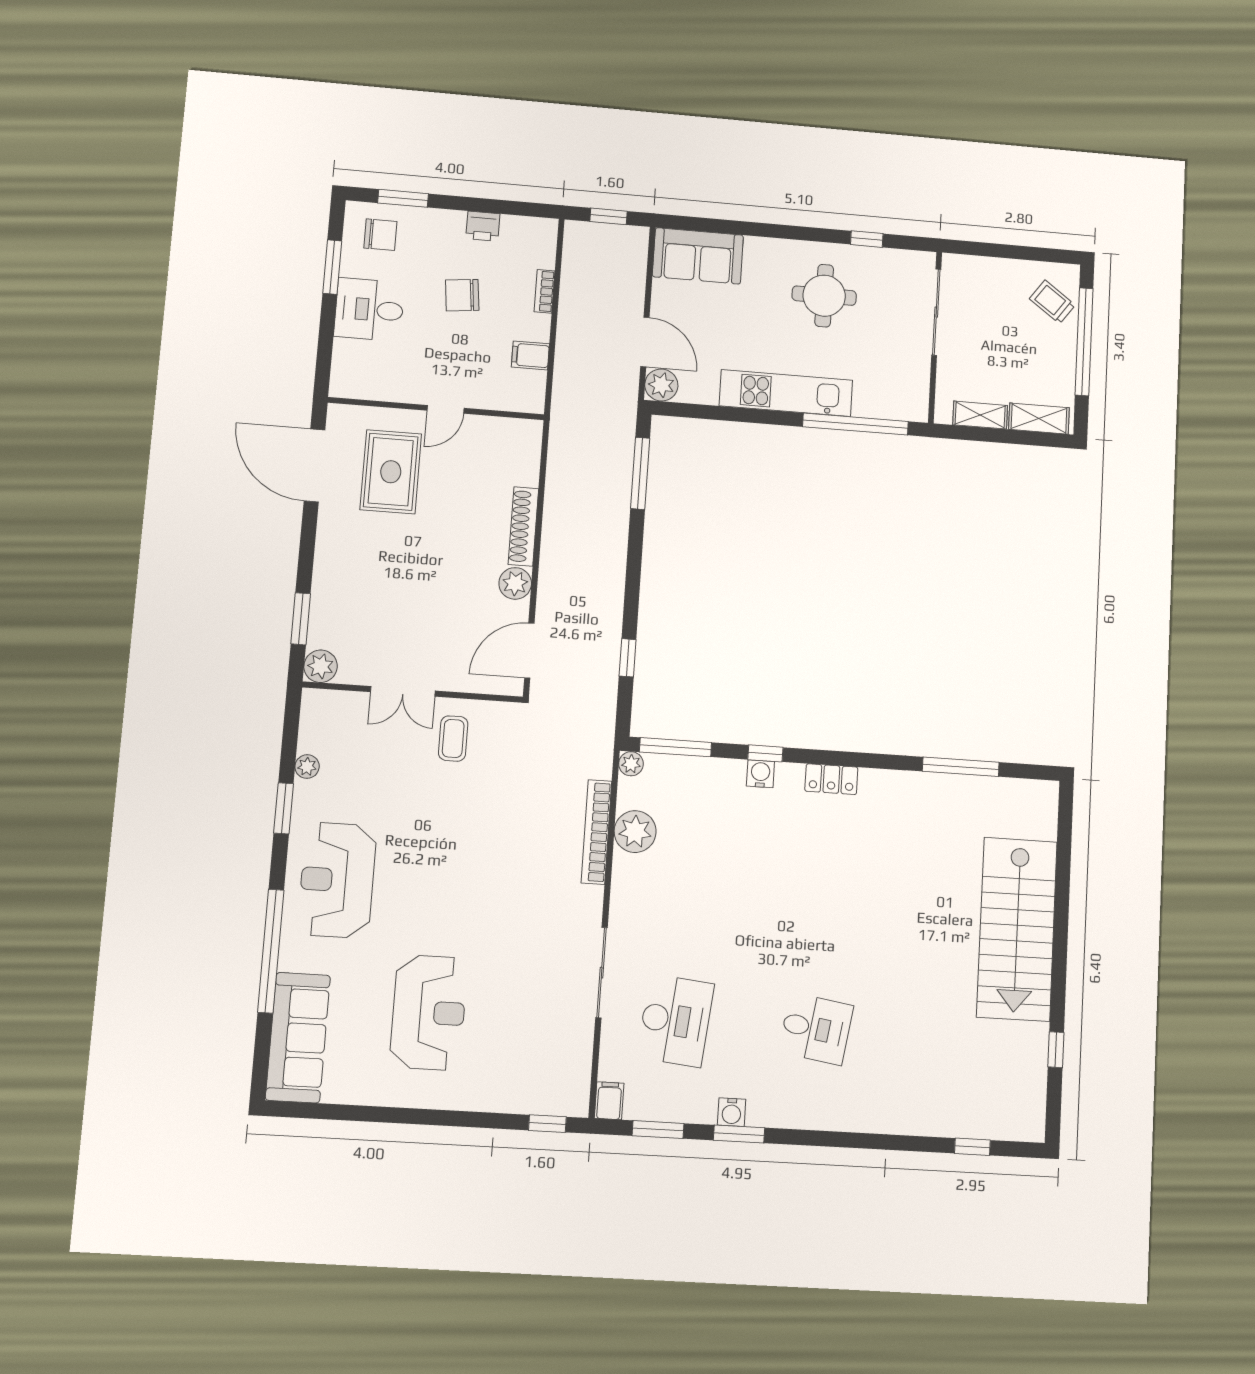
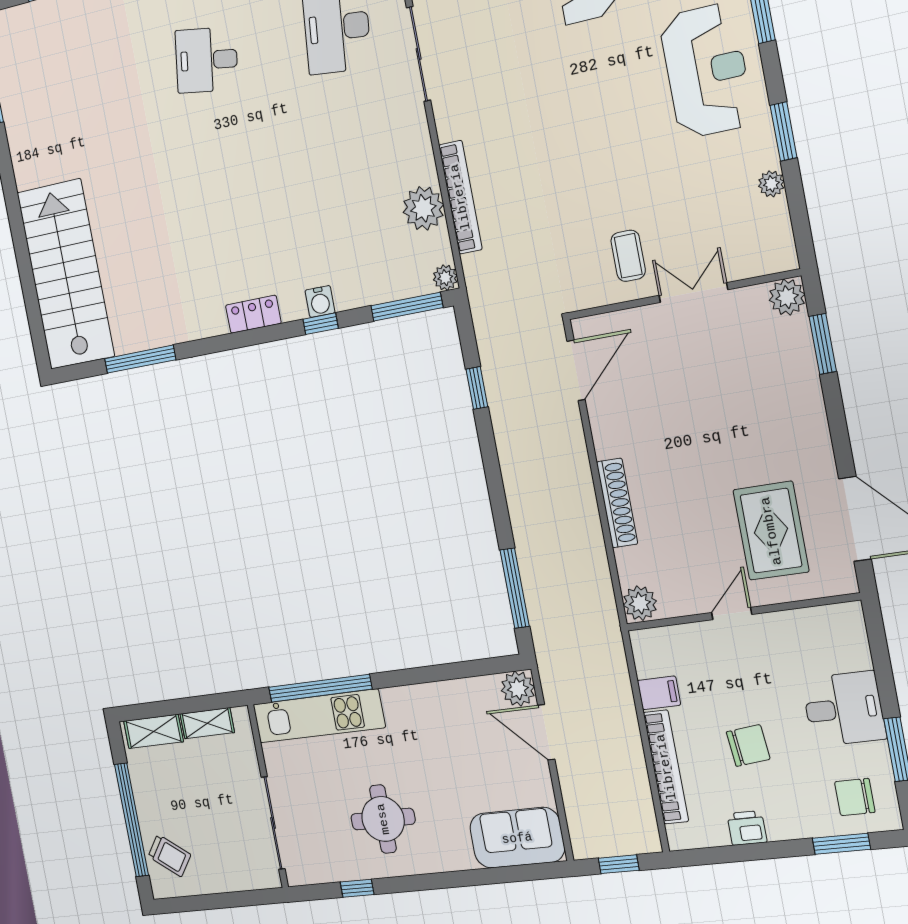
bookcase: (544, 291) -> (666, 767), width x2.31, depth x1.31
kitchen unit: (786, 393) -> (319, 716), moved
plant: (515, 583) -> (640, 603), moved
stairs: (1017, 929) -> (66, 274), moved

